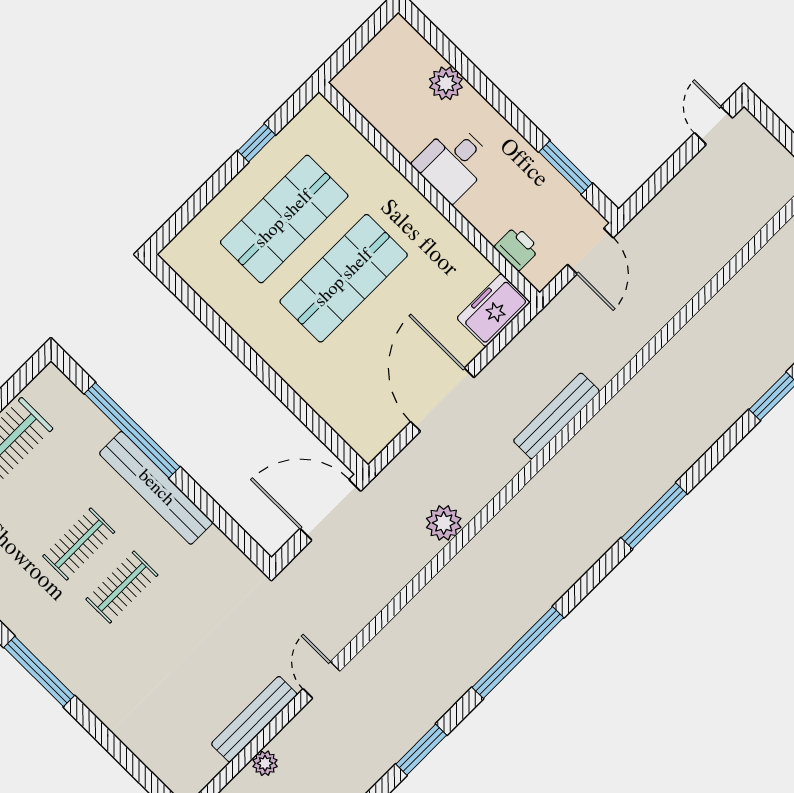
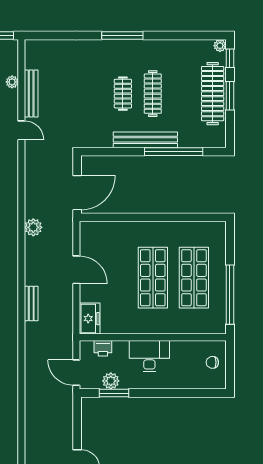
chair: (379, 70) -> (212, 362), added
plant: (446, 83) -> (111, 381), moved
window: (257, 143) -> (230, 295), width x3.17
desk: (453, 162) -> (149, 356), width x1.37
door: (442, 400) -> (76, 270), width x0.73
bench: (556, 416) -> (31, 304), width x0.73
clothes rail: (79, 544) -> (153, 94), width x1.36

